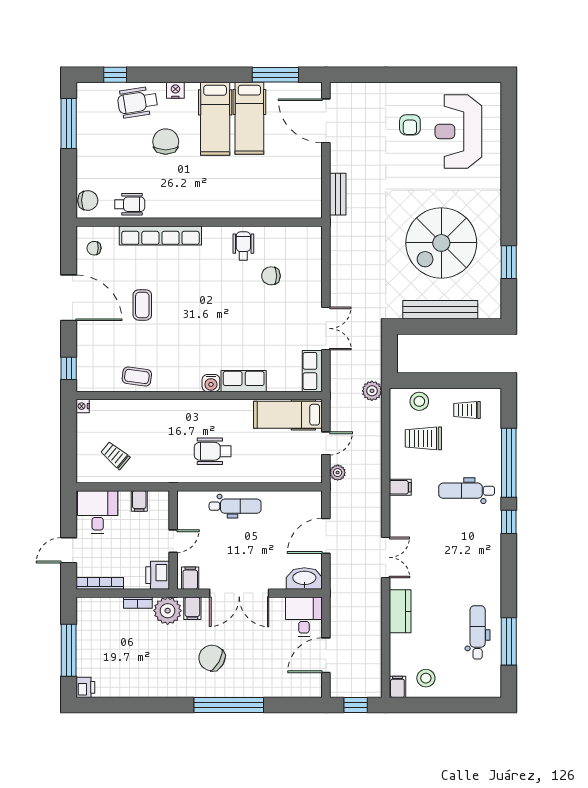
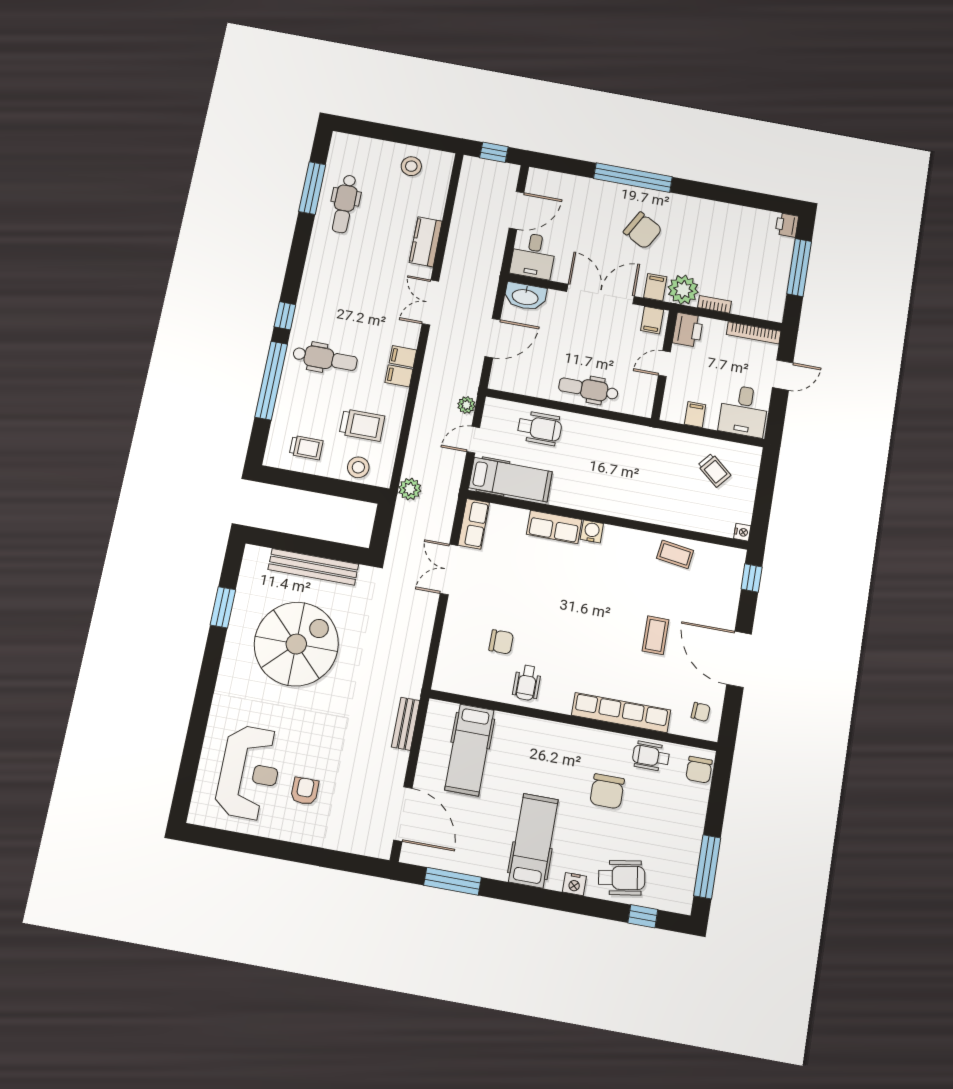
hospital bed: (249, 118) -> (469, 750), moved, turned 180
chair: (166, 142) -> (607, 791), moved
chair: (88, 200) -> (699, 770), turned -90
wheelchair: (213, 451) -> (540, 428), moved
filing cabinet: (397, 687) -> (403, 356), moved, turned 90

